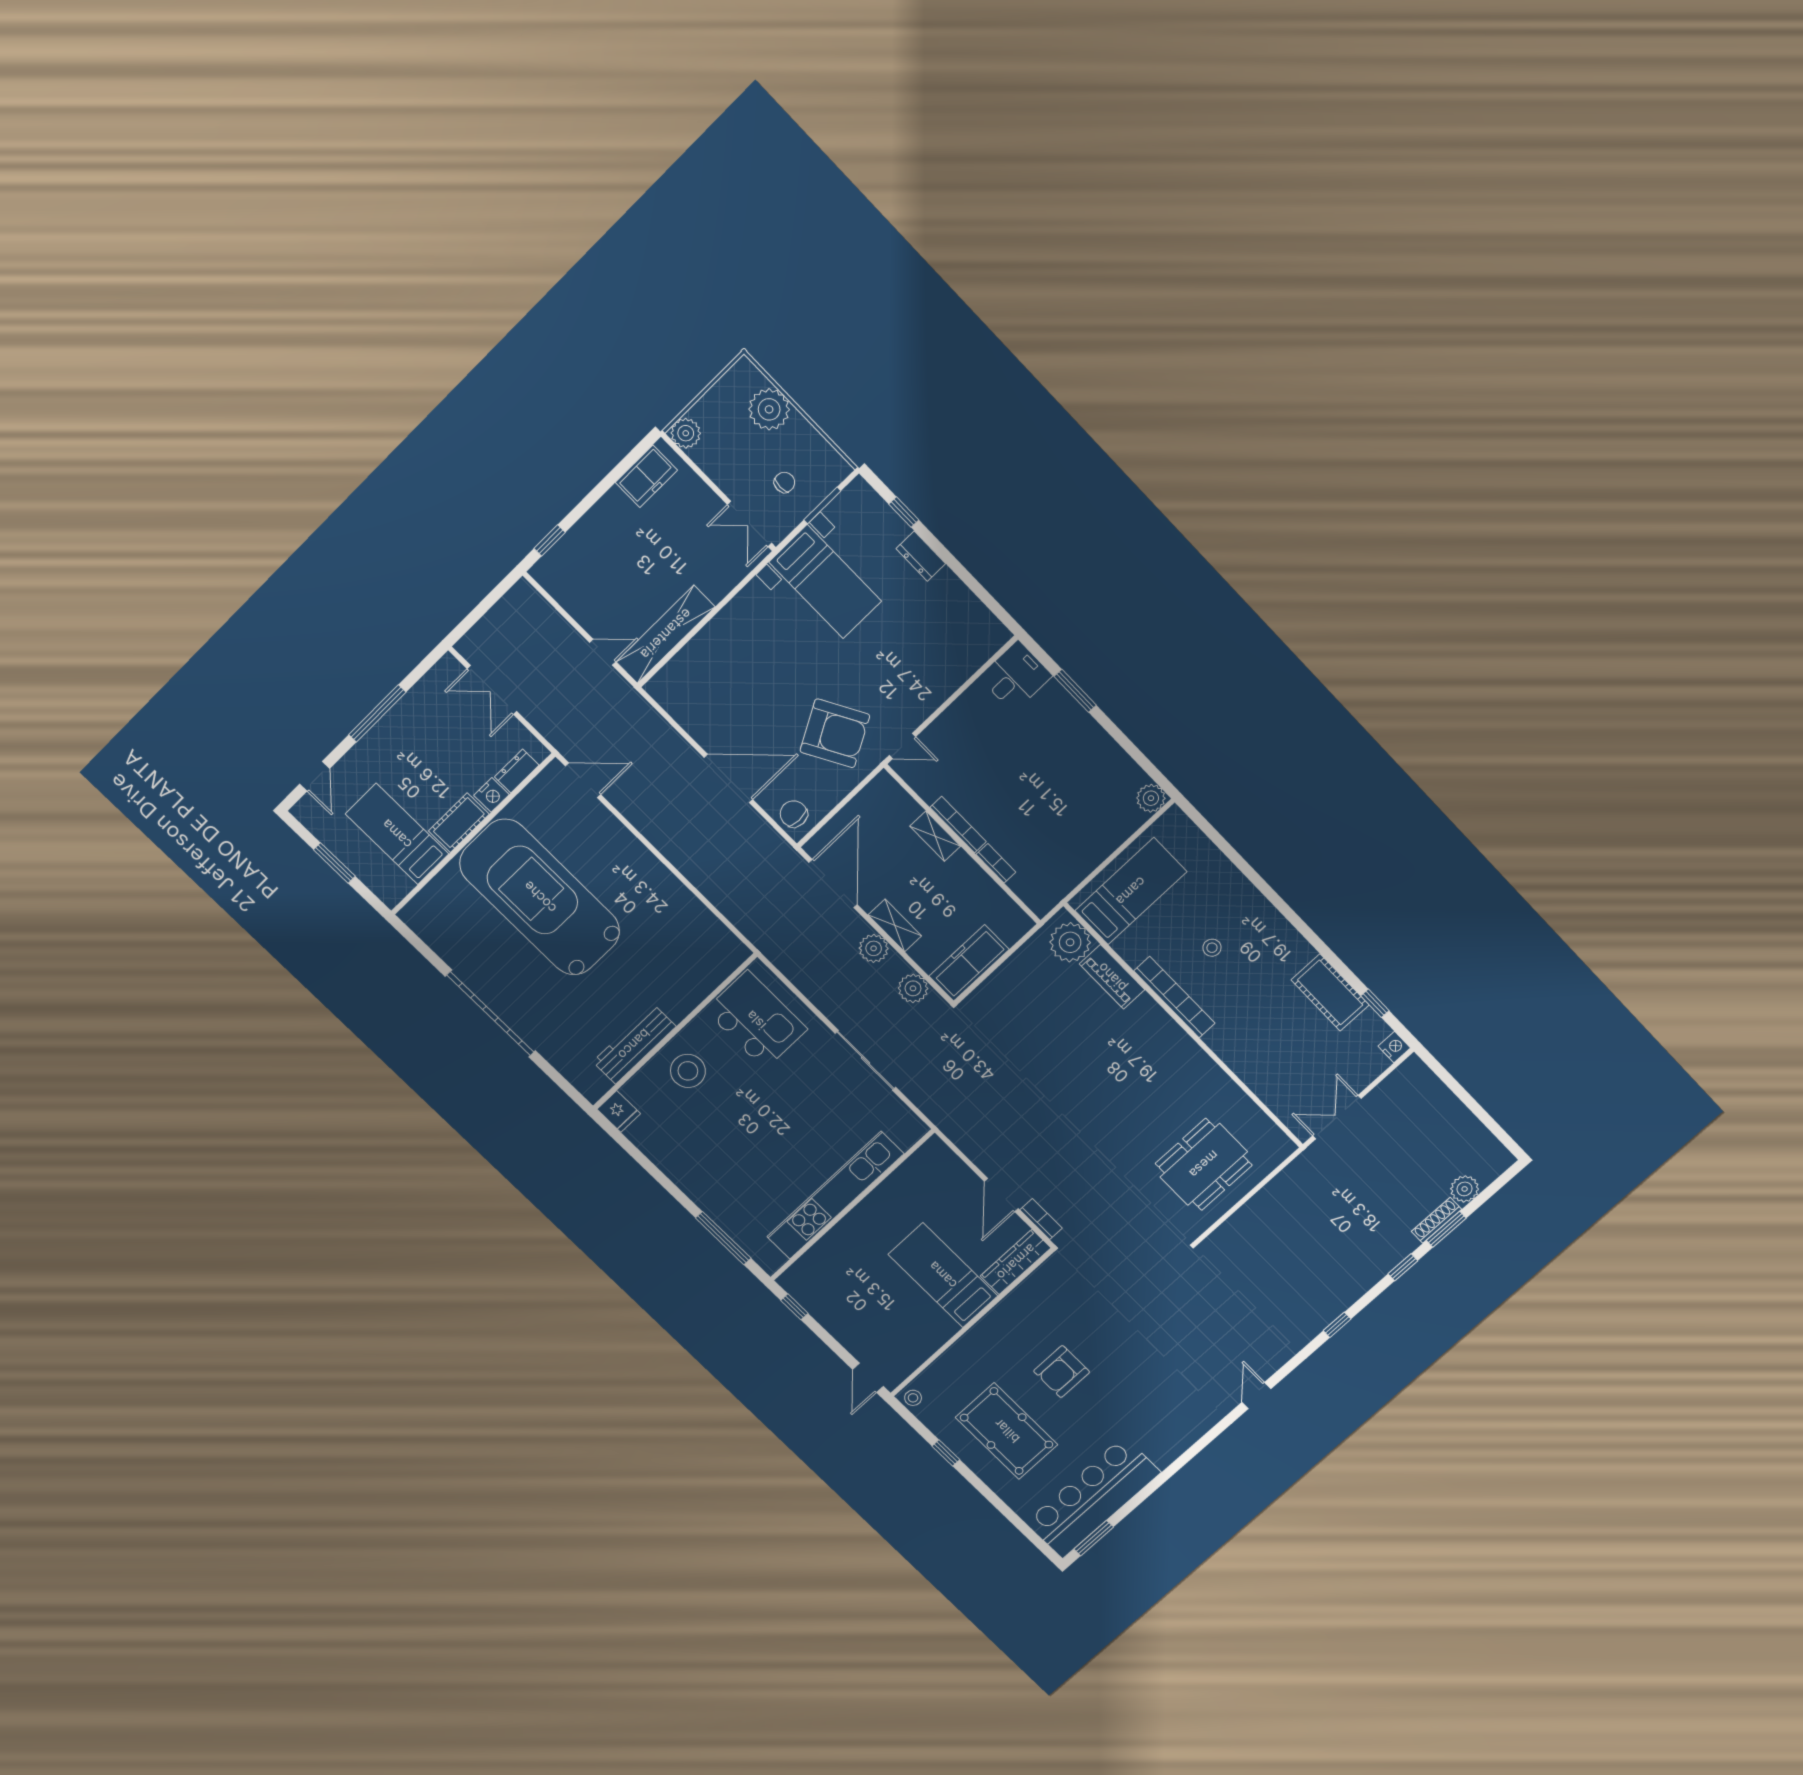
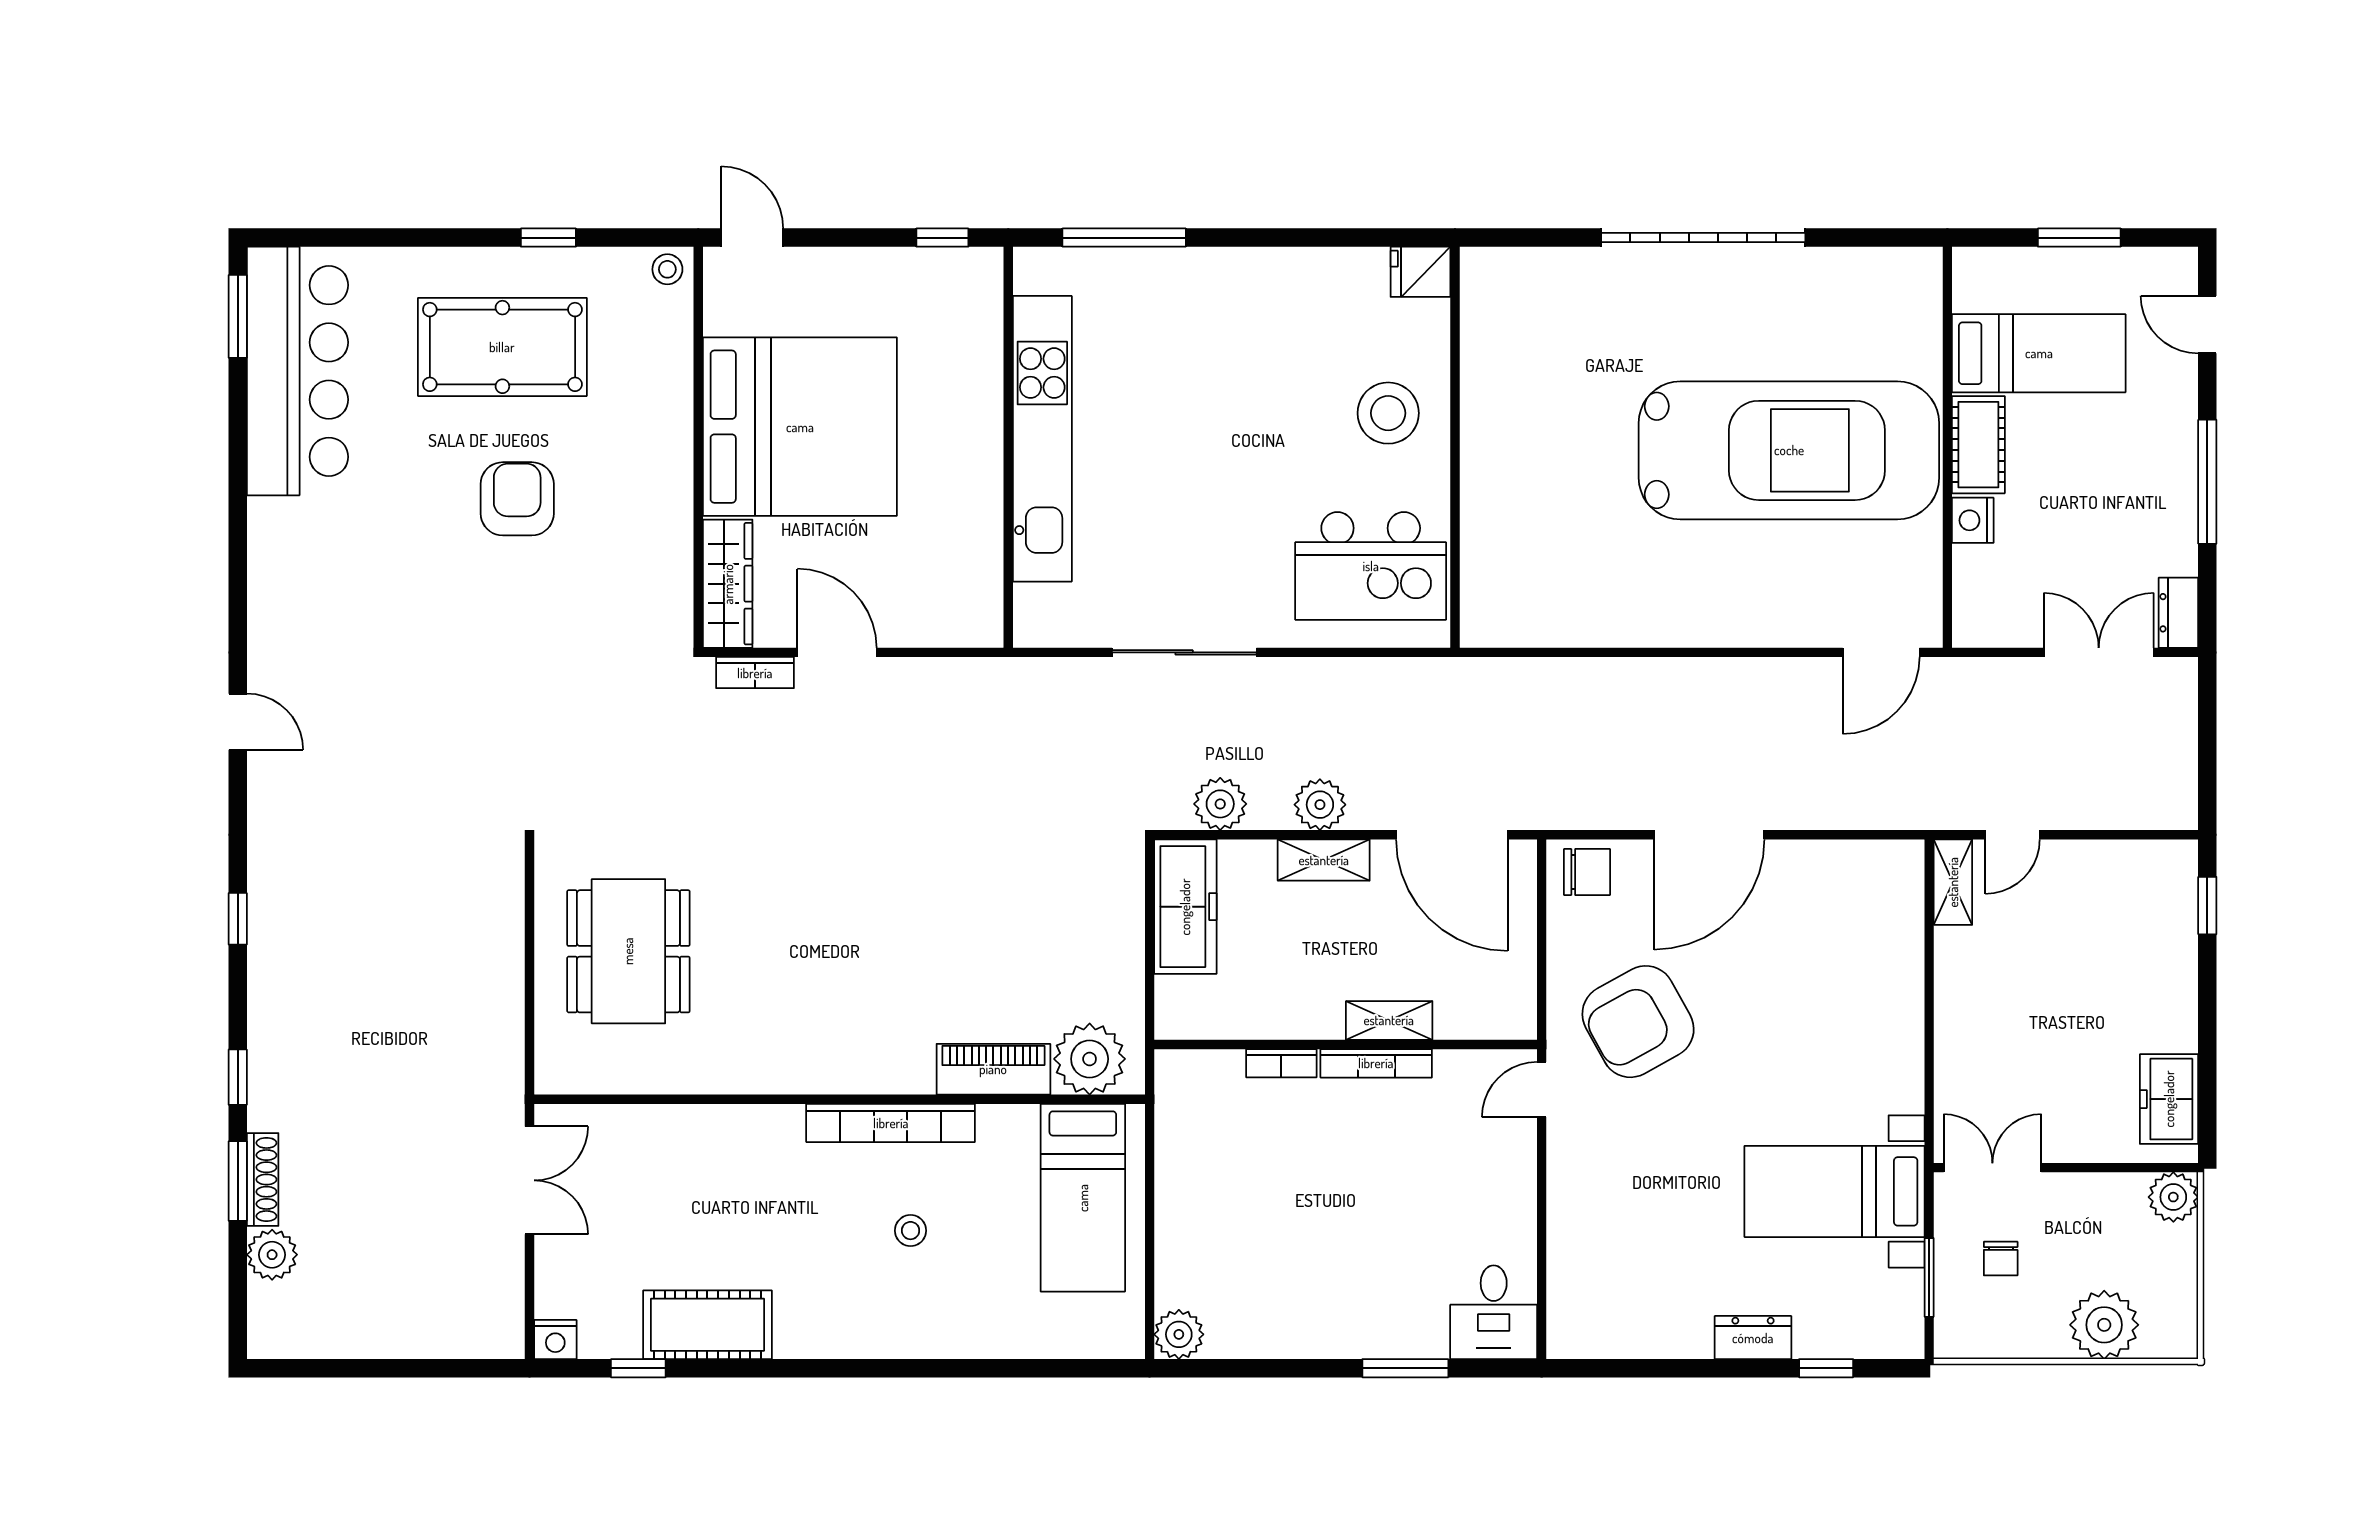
shelving: (666, 634) -> (1953, 882), width x0.45, depth x0.75
dresser: (517, 771) -> (2178, 613), moved, turned 180
workbench: (634, 1044) -> (1488, 380), removed
bed: (943, 1275) -> (800, 427), width x2.04

